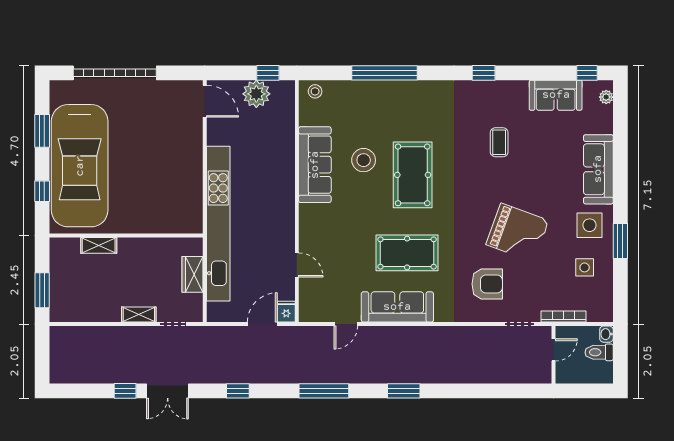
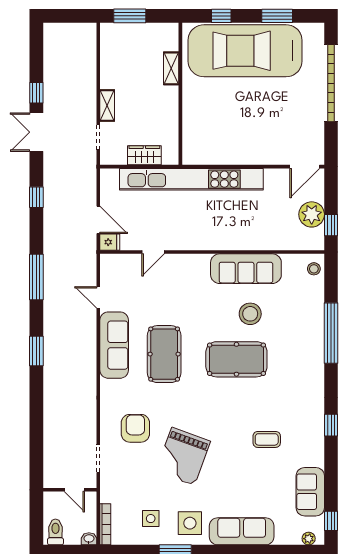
armchair: (487, 284) -> (135, 428), turned 180
bookcase: (564, 317) -> (105, 524), moved
toilet: (599, 352) -> (55, 532), moved

